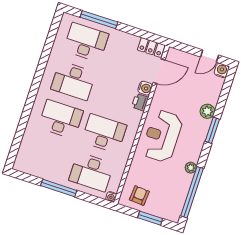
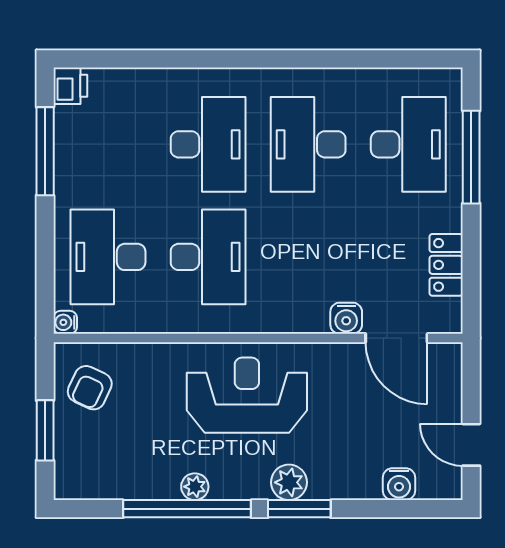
locker: (151, 47) -> (446, 265), moved
water cooler: (222, 70) -> (399, 484), moved, turned 90
printer: (140, 102) -> (70, 86), moved, turned 90
plant: (207, 111) -> (289, 482), moved
window: (59, 188) -> (45, 151), moved
window: (192, 192) -> (187, 509), moved
armchair: (139, 196) -> (90, 388), turned 111

